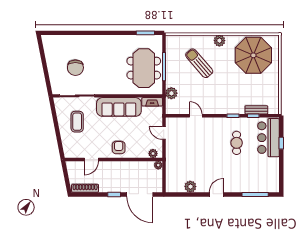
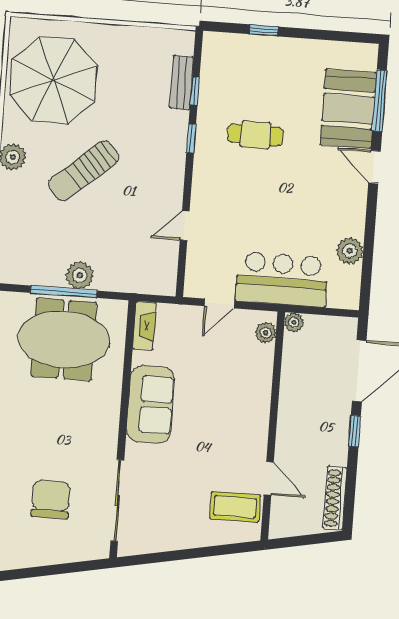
sun lounger: (199, 63) -> (84, 171), moved
chair: (75, 68) -> (51, 499), turned -90
plant: (171, 93) -> (80, 275), moved
sofa: (119, 107) -> (150, 404), width x0.73
coffee table: (77, 122) -> (235, 507), moved
bar counter: (268, 138) -> (282, 279), moved, turned 180
armchair: (119, 148) -> (246, 412), removed
booth: (251, 181) -> (348, 109), added
door: (216, 194) -> (375, 167), moved

